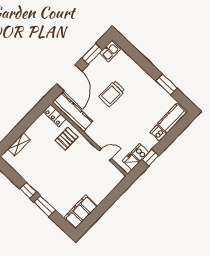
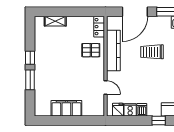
kitchen counter: (73, 112) -> (113, 50), moved
dishwasher: (158, 133) -> (142, 110), moved
window: (150, 158) -> (159, 121), moved
filing cabinet: (80, 212) -> (66, 108), moved

